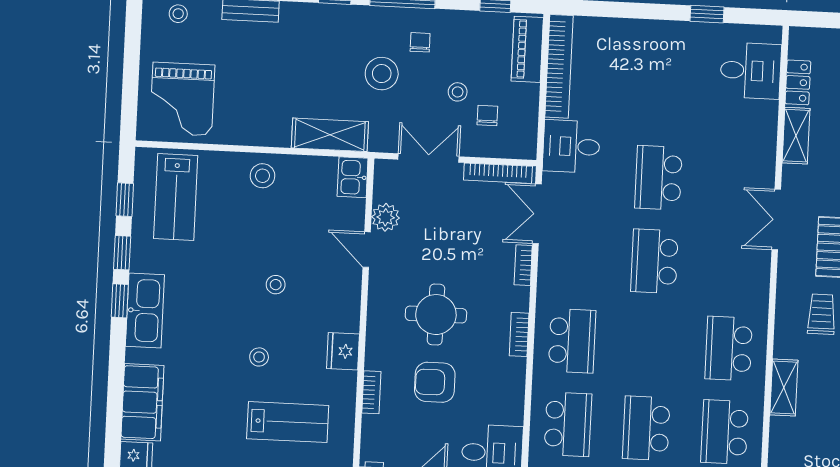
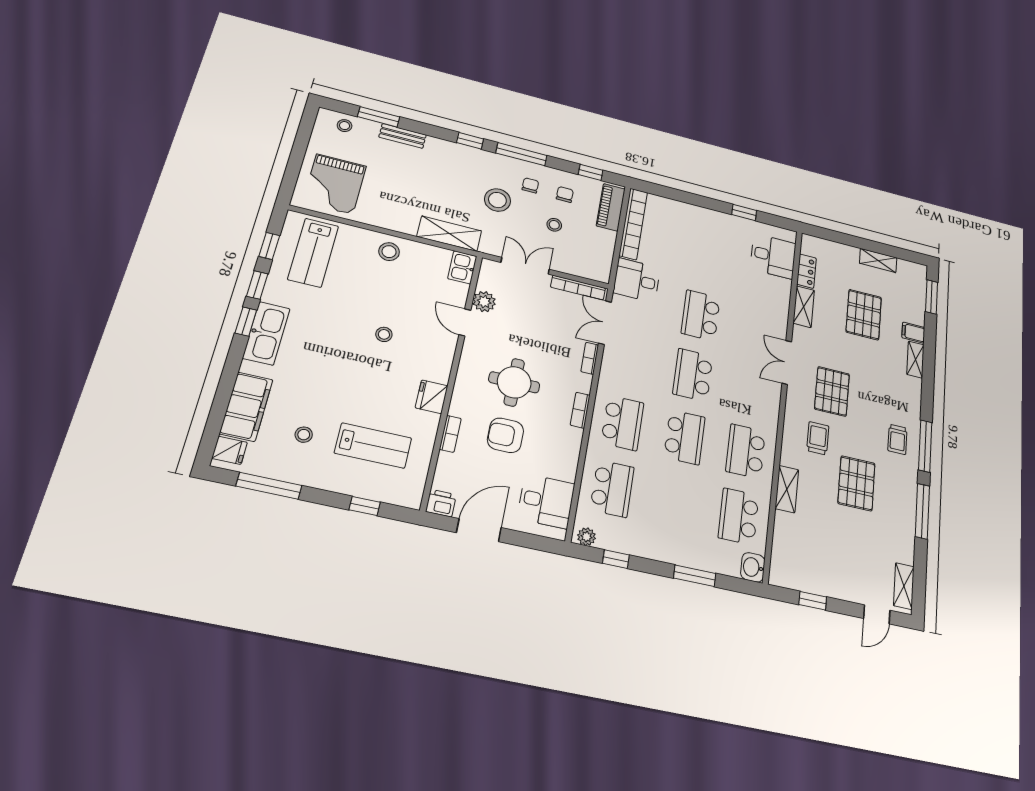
chair: (487, 115) -> (565, 194), moved
stool: (259, 357) -> (304, 435), moved
school desk: (646, 428) -> (685, 437), moved, turned 180

